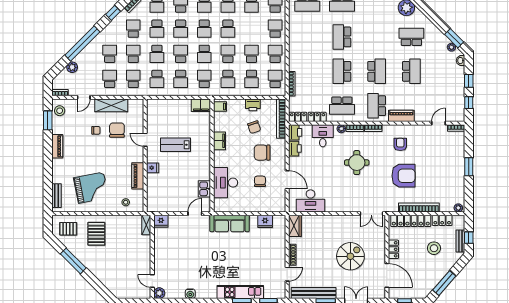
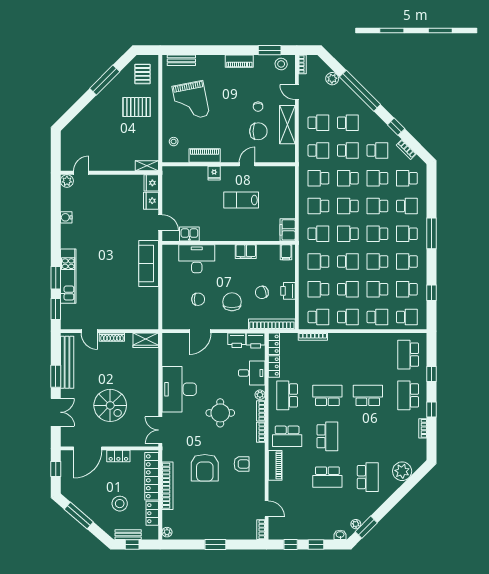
school desk: (251, 29) -> (377, 289), added
school desk: (181, 54) -> (348, 206), turned 180
school desk: (377, 71) -> (327, 436), turned -90
school desk: (377, 106) -> (287, 436), turned 180
lab bench: (175, 145) -> (241, 200), turned -90
desk: (311, 201) -> (179, 389), moved, width x1.36, depth x1.30
fridge: (265, 221) -> (151, 201), moved

